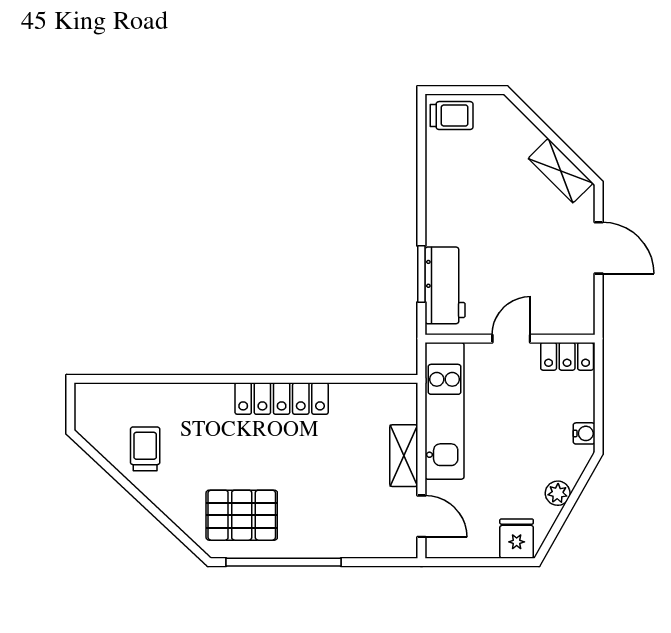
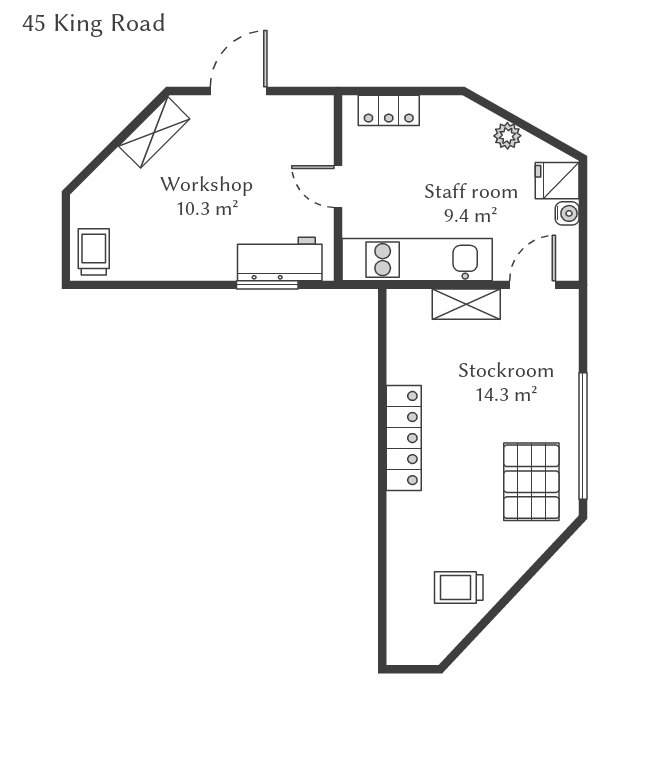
locker: (567, 356) -> (389, 110), moved, turned 90
water cooler: (584, 433) -> (567, 213), moved, turned 90

